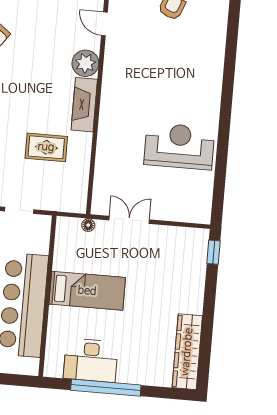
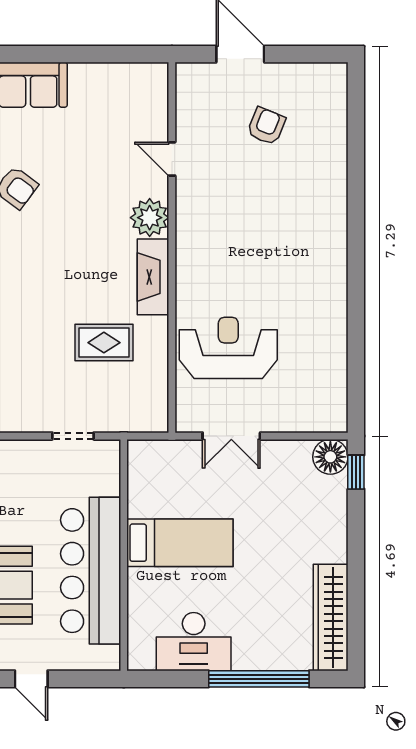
reception desk: (179, 146) -> (228, 348), moved
double door: (129, 220) -> (231, 436), swing flipped
floor lamp: (88, 225) -> (330, 457), moved, width x1.89, depth x1.89
window: (106, 388) -> (259, 679), moved

